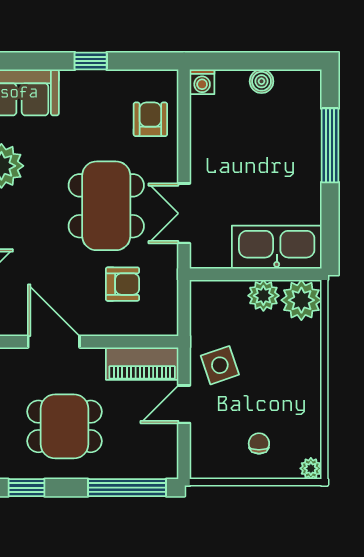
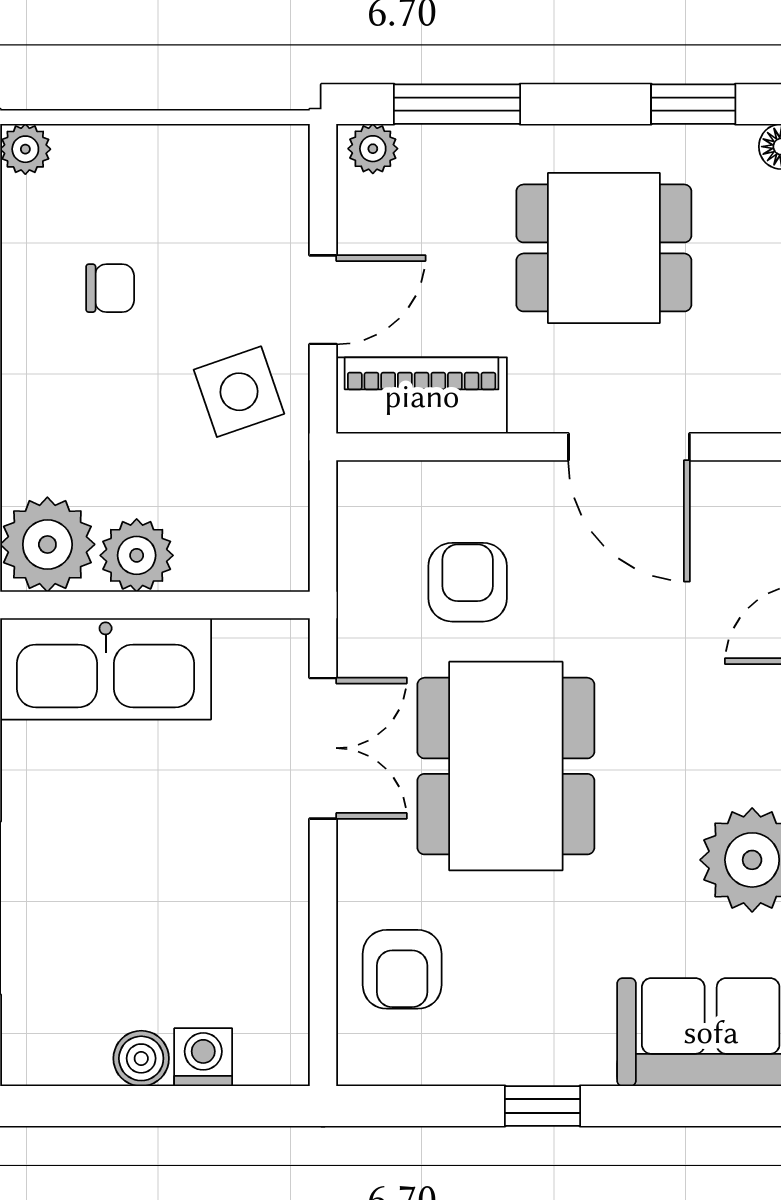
washing machine: (202, 82) -> (203, 1057), moved
armchair: (123, 284) -> (468, 582), turned 90
chair: (259, 443) -> (110, 288), moved, turned -90
plant: (163, 469) -> (373, 149), added
window: (127, 488) -> (457, 104), width x0.69

